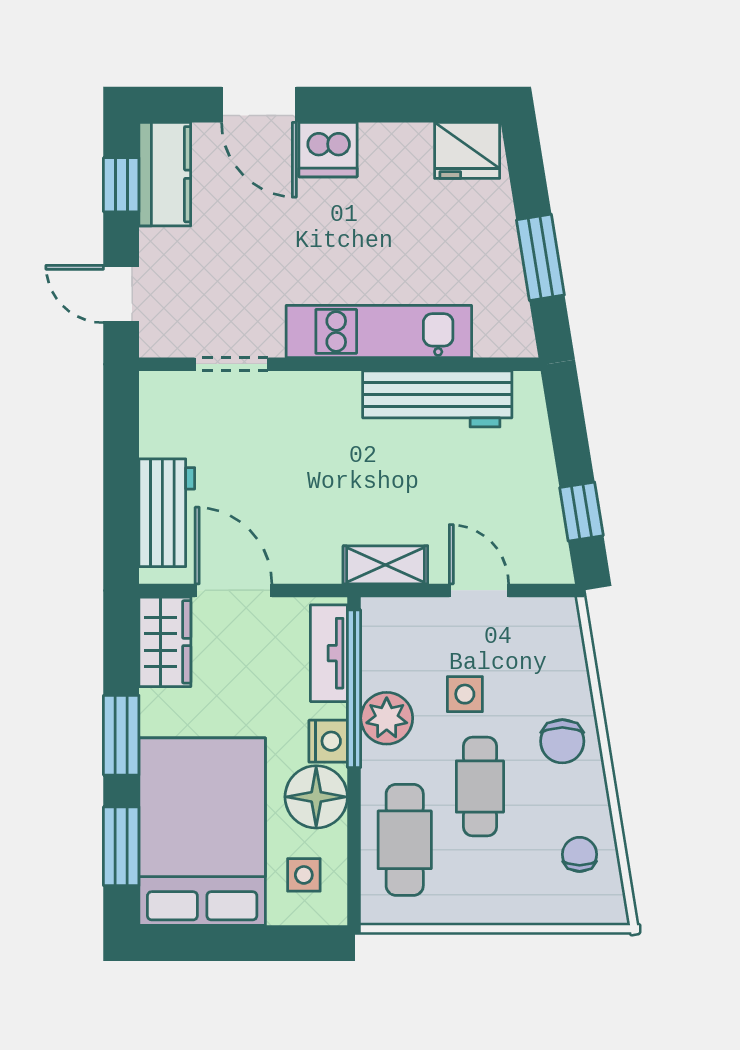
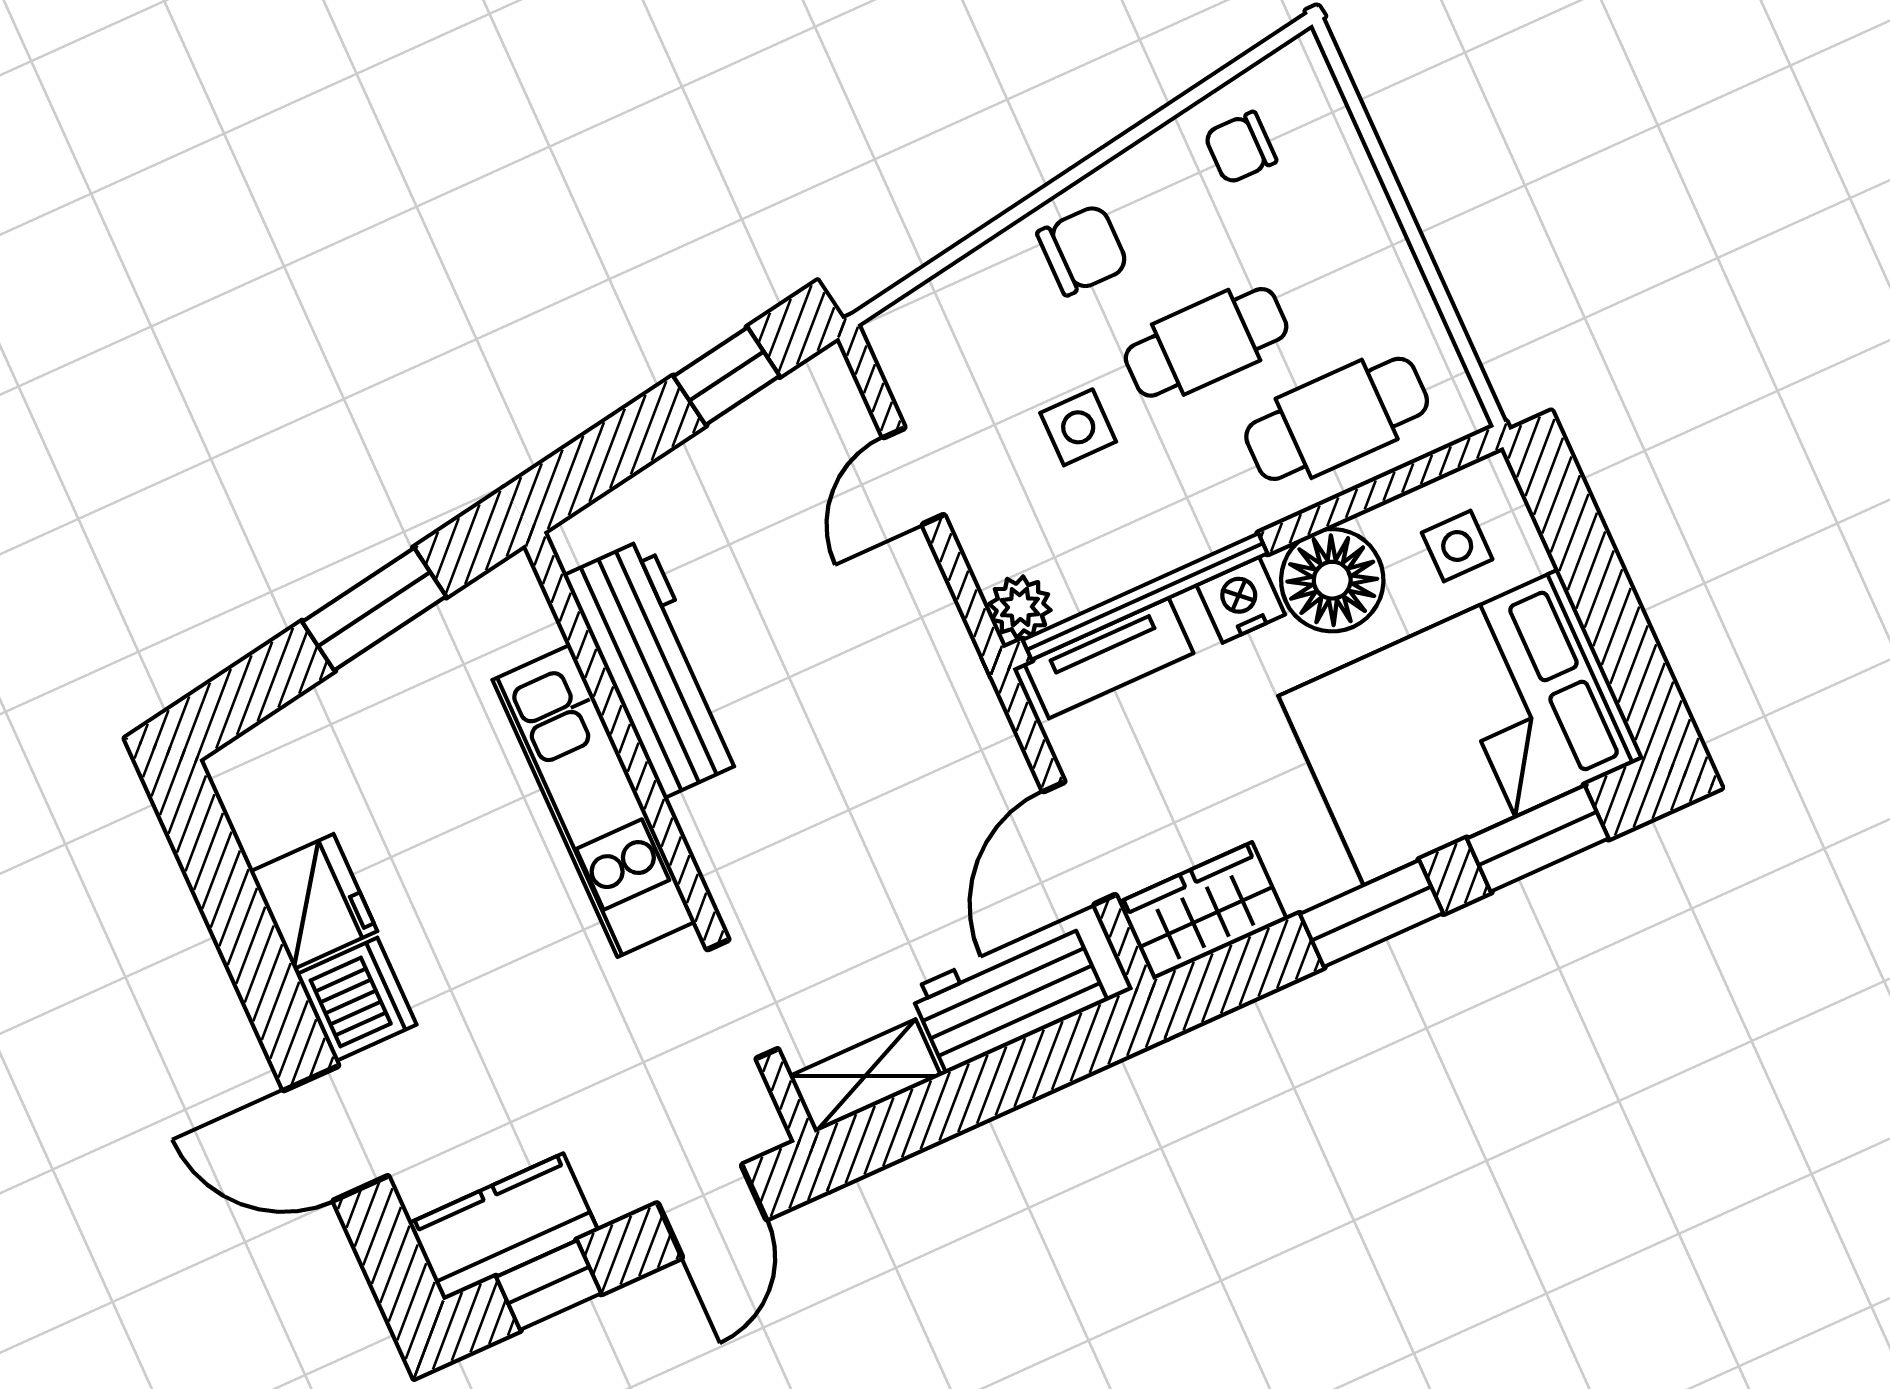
door: (259, 105) -> (336, 1133), swing flipped
fridge: (467, 150) -> (314, 901), moved
shelving: (385, 565) -> (865, 1076), moved, turned 90
plant: (387, 718) -> (1020, 607), moved, width x0.73, depth x0.73

